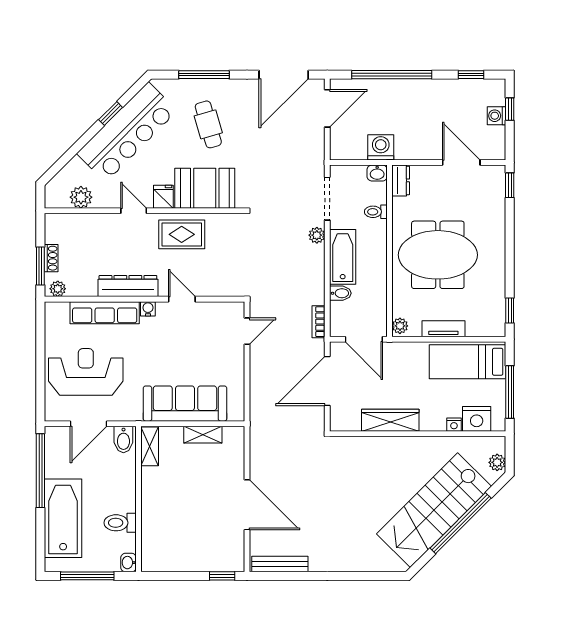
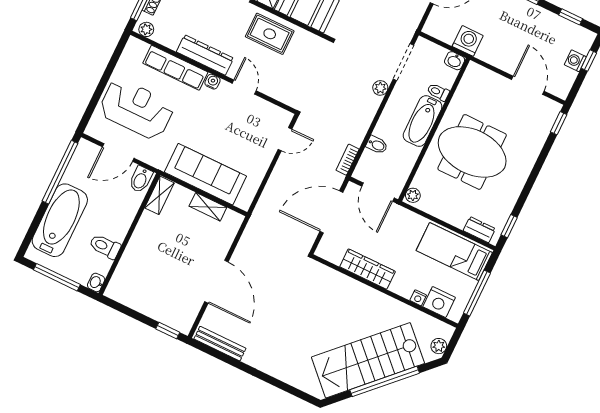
dresser: (401, 180) -> (479, 230), moved, turned -90
bathtub: (343, 257) -> (423, 121), moved, turned 180
tv unit: (443, 329) -> (447, 215), removed

